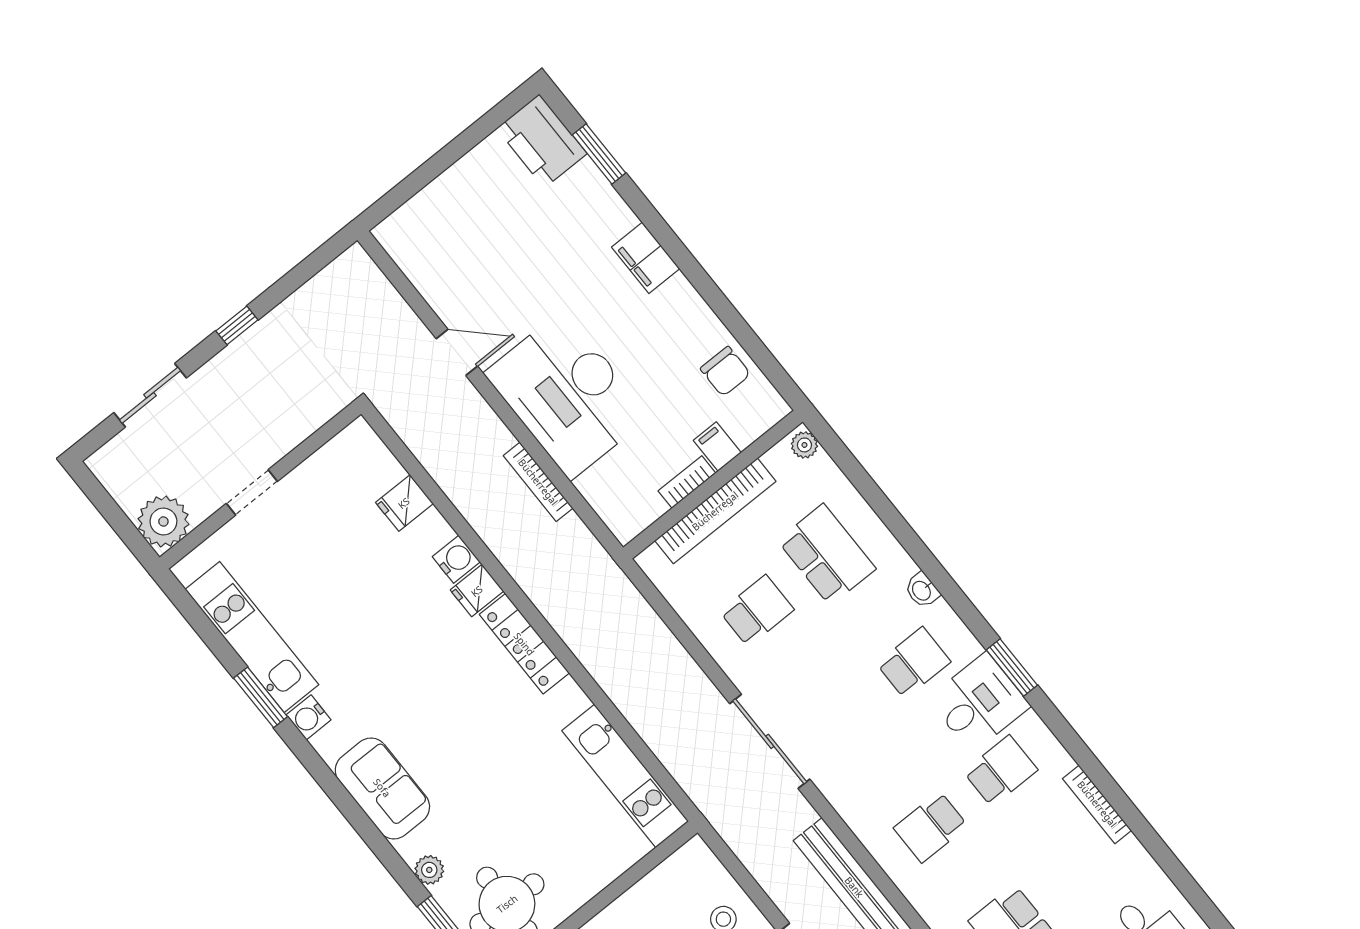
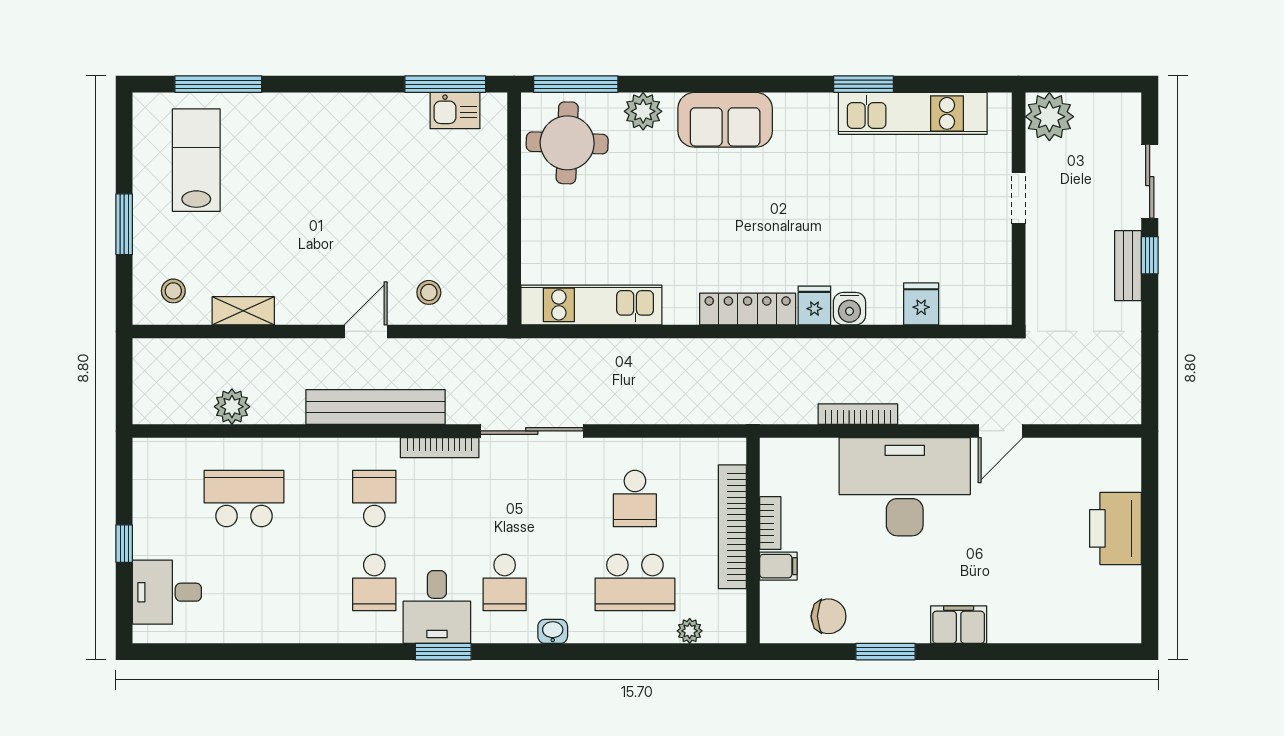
printer: (542, 141) -> (1115, 528), moved, turned -90
window: (599, 154) -> (886, 652), moved
window: (237, 325) -> (1150, 255), moved
bench: (235, 357) -> (1128, 266), added
chair: (725, 371) -> (829, 616), turned 180
plant: (804, 445) -> (690, 631), moved
water cooler: (309, 717) -> (821, 108), removed
bookcase: (1097, 804) -> (440, 448), moved, turned 180
plant: (429, 870) -> (643, 111), width x1.38, depth x1.38

